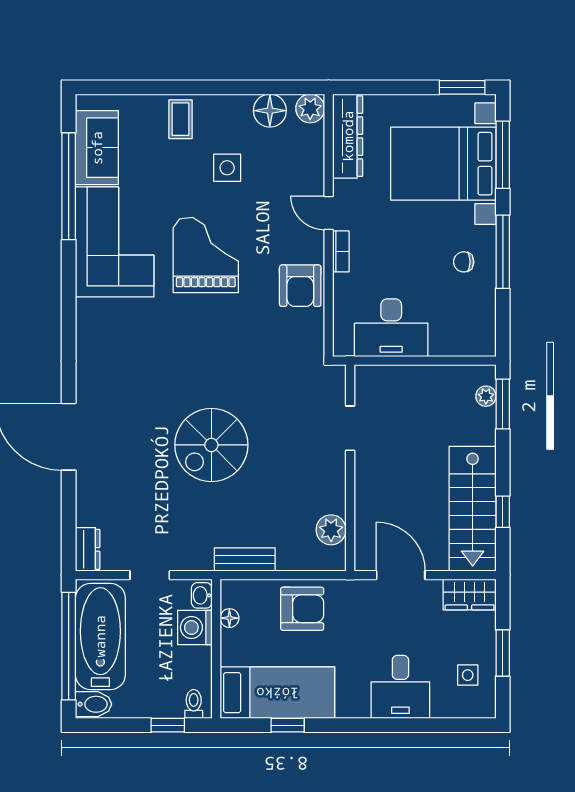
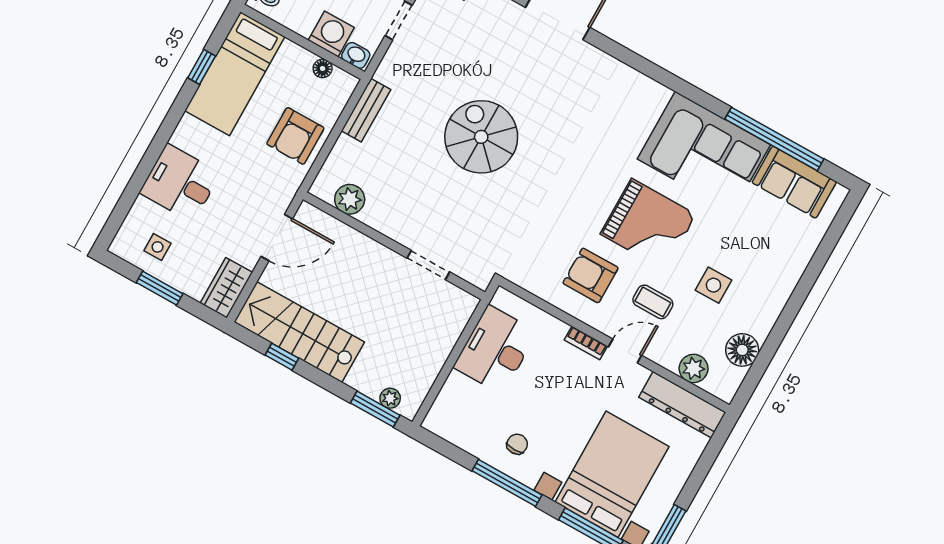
plant: (310, 108) -> (694, 368), moved
coffee table: (180, 119) -> (653, 302), moved
armchair: (300, 286) -> (590, 275), moved

